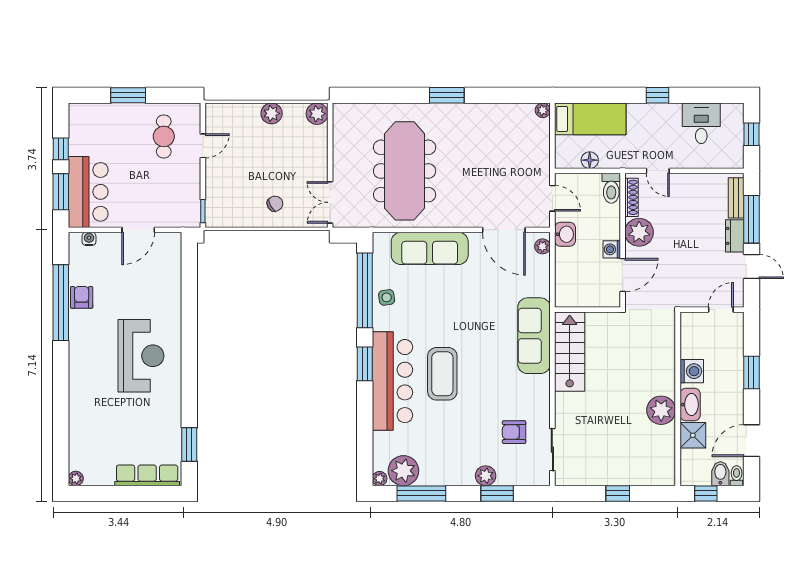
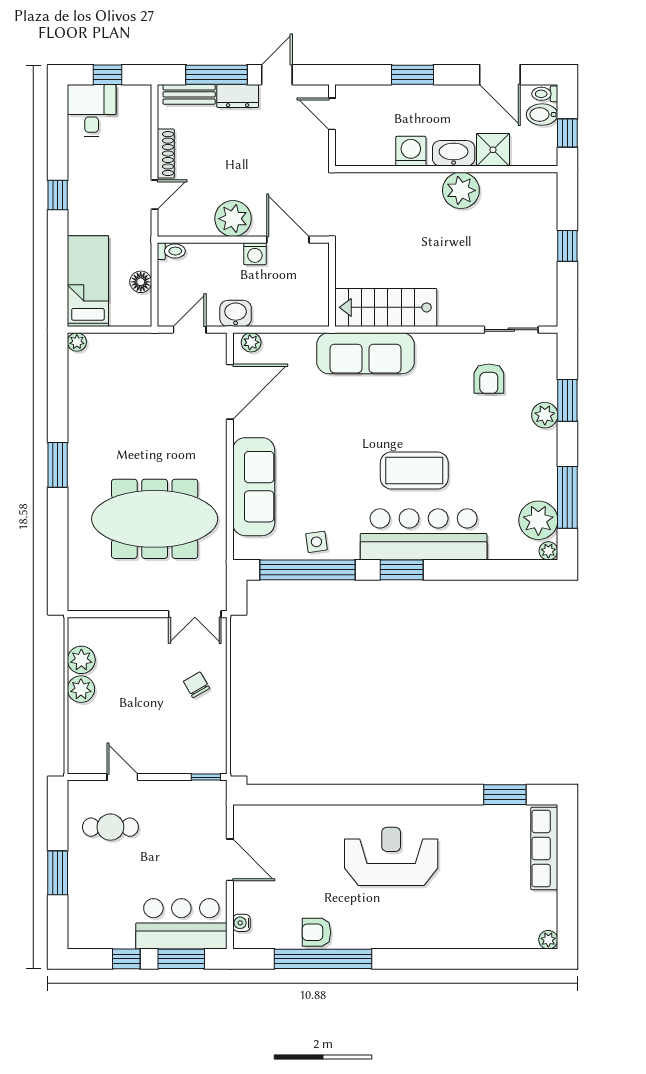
plant: (317, 114) -> (81, 660), moved
desk: (701, 123) -> (92, 111), moved, turned 90
toilet: (611, 188) -> (171, 251), width x0.73, depth x0.72
shoe rack: (631, 197) -> (166, 154), moved, turned 90

